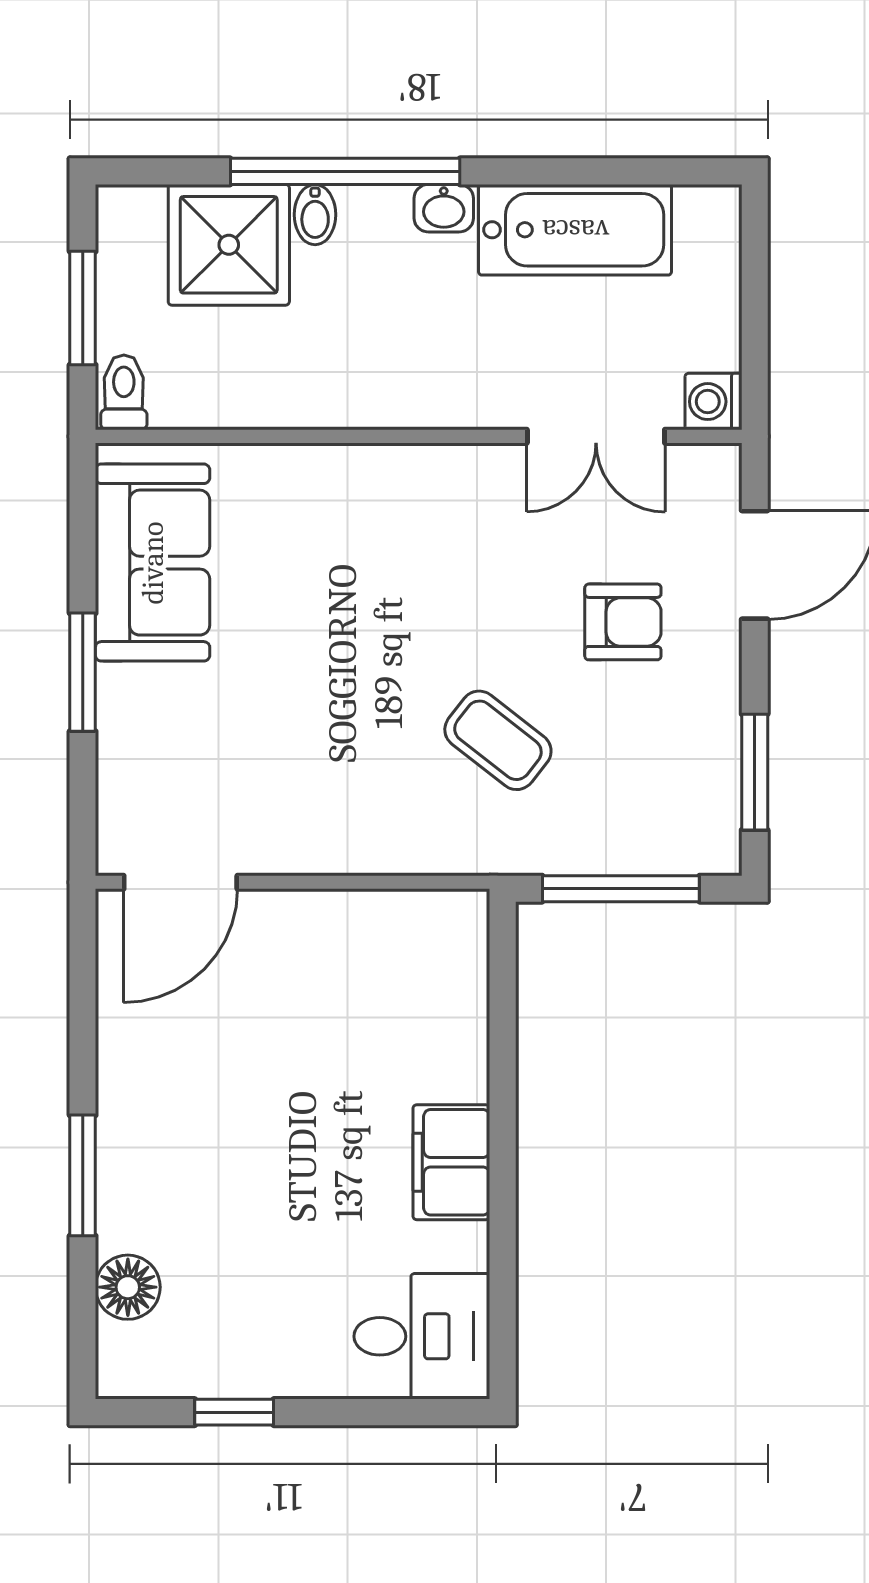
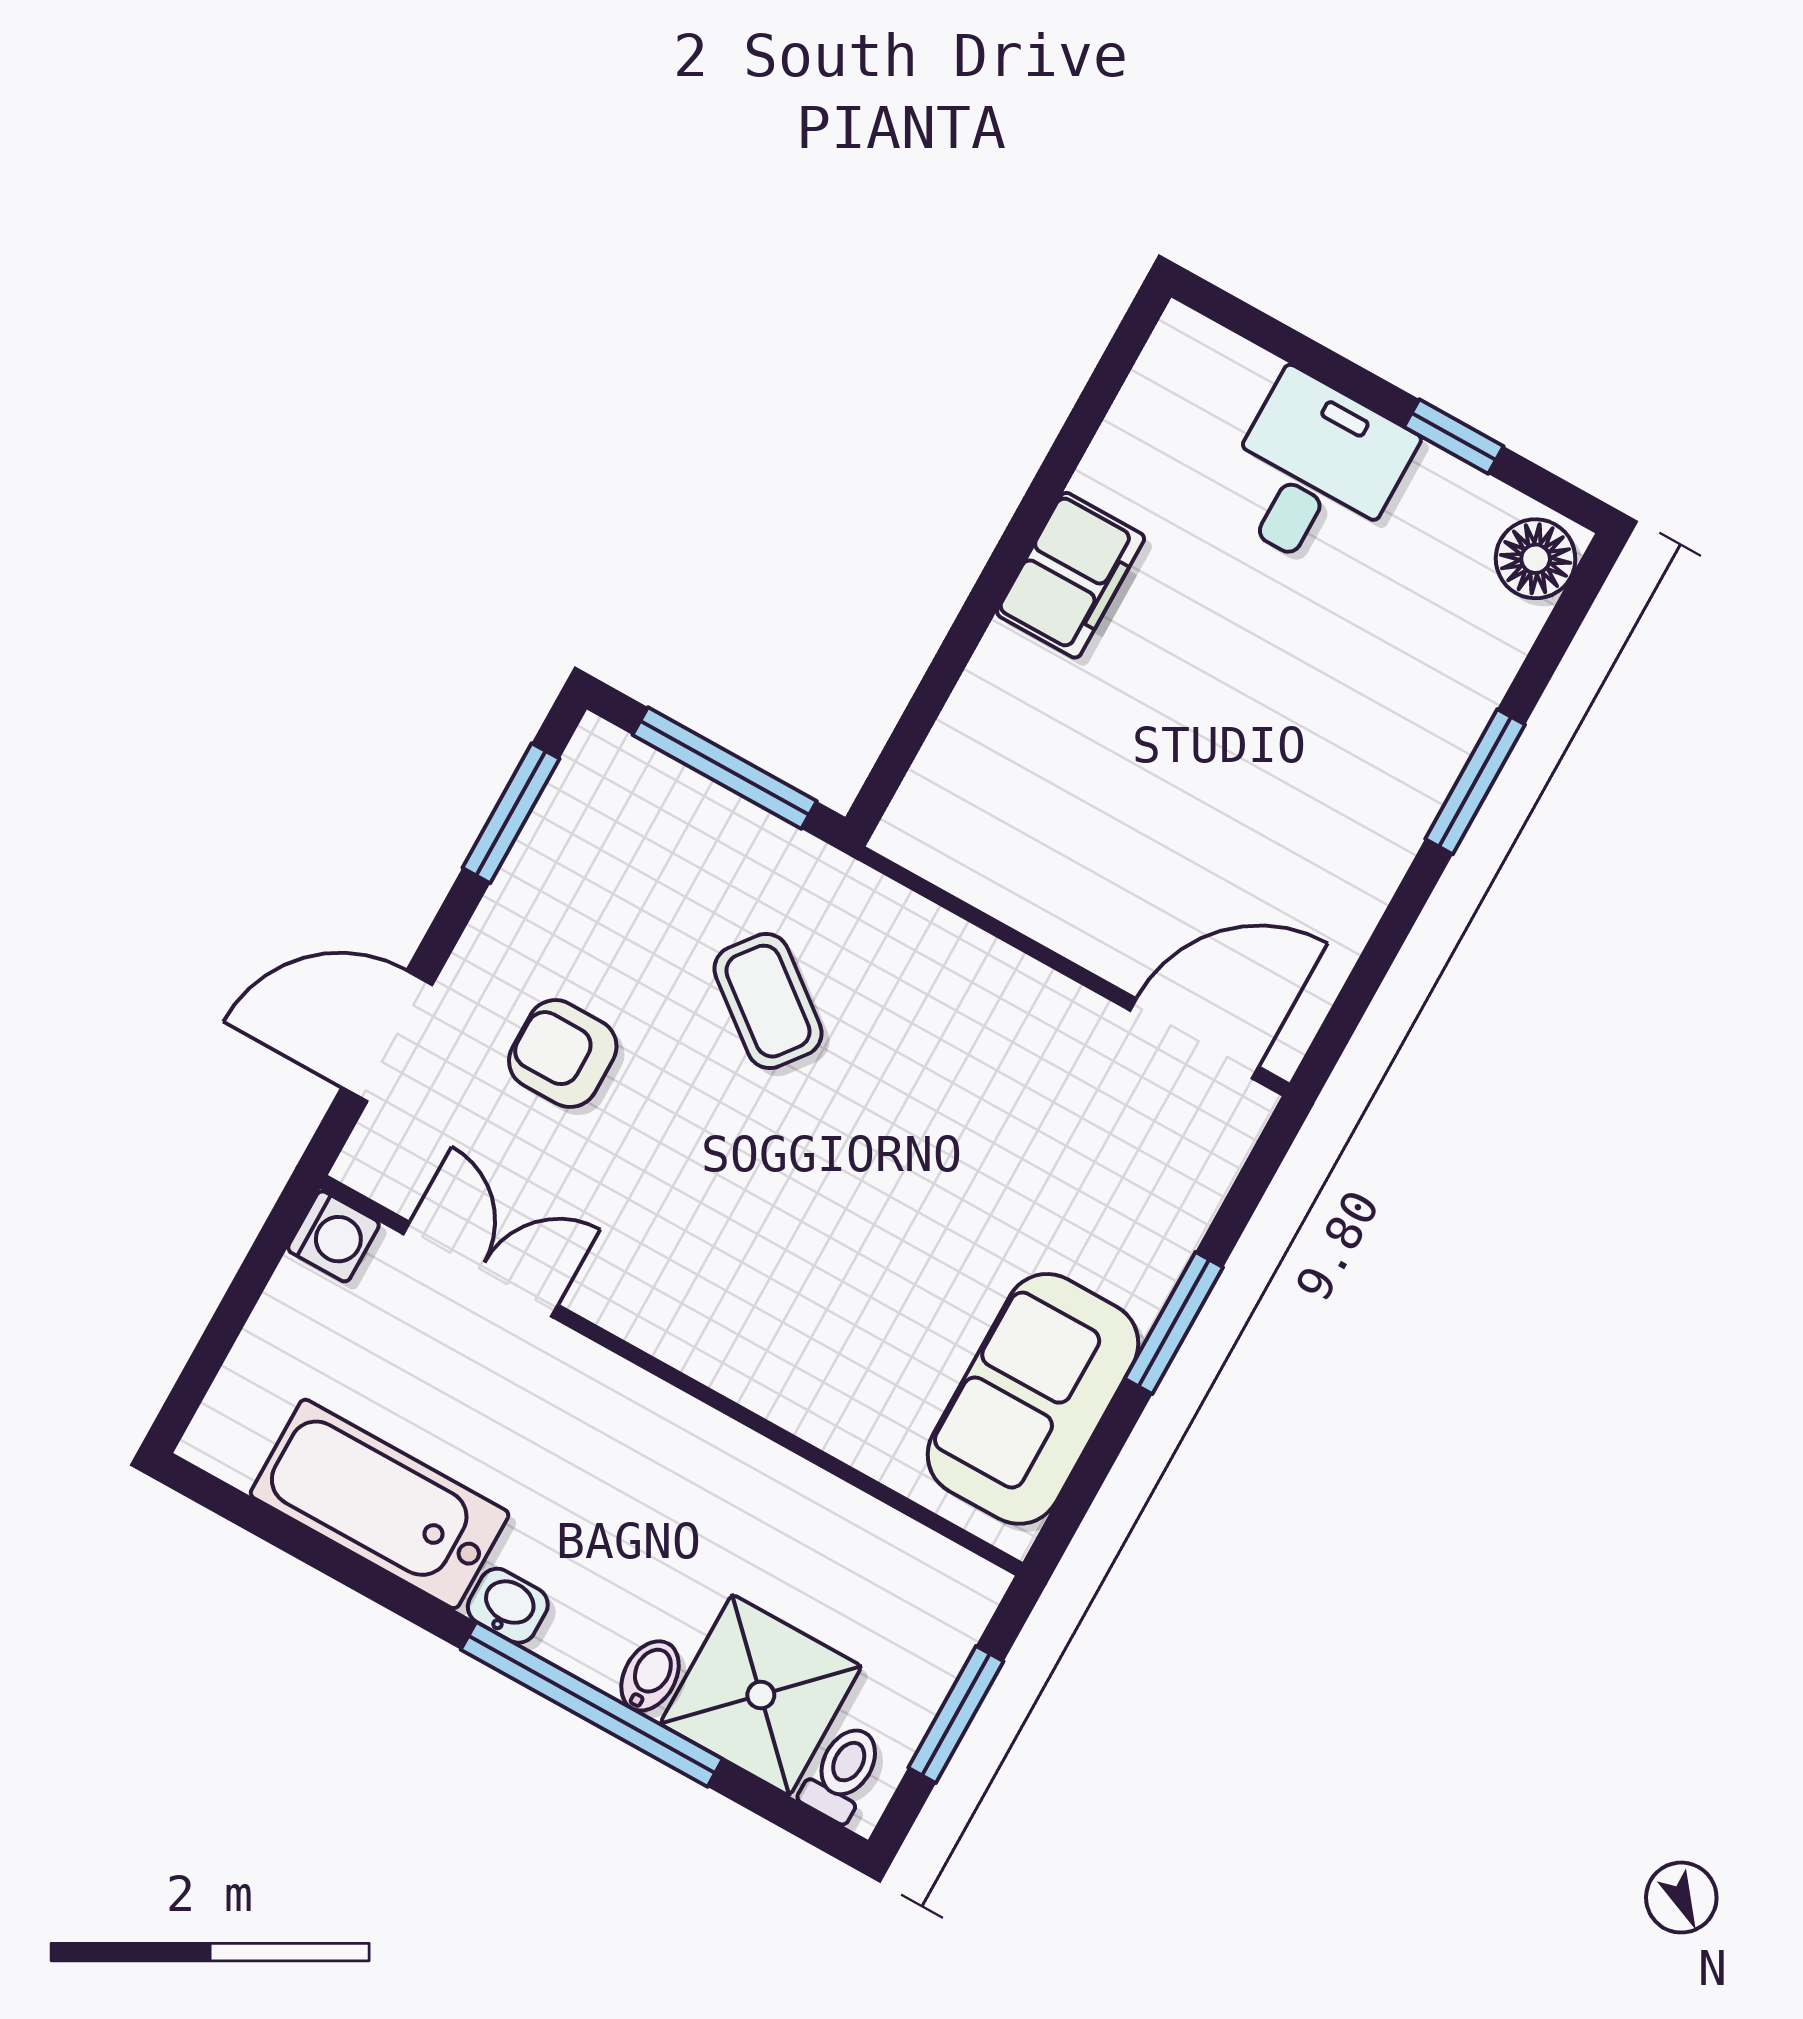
toilet: (124, 392) -> (842, 1773), moved, turned 180
floor lamp: (128, 1287) -> (1536, 559), moved
desk: (422, 1336) -> (1315, 473), moved, turned 90

